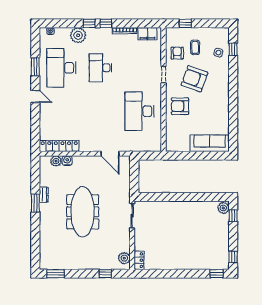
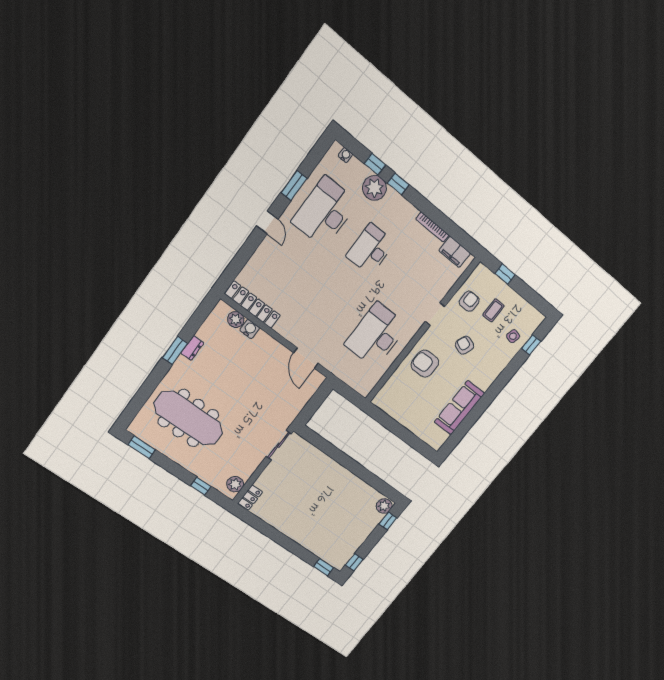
window: (106, 23) -> (375, 164), moved
armchair: (194, 79) -> (465, 345), width x0.53, depth x0.53
sofa: (210, 143) -> (459, 408), moved, turned -90
meeting table: (83, 212) -> (188, 418), moved, turned 90

